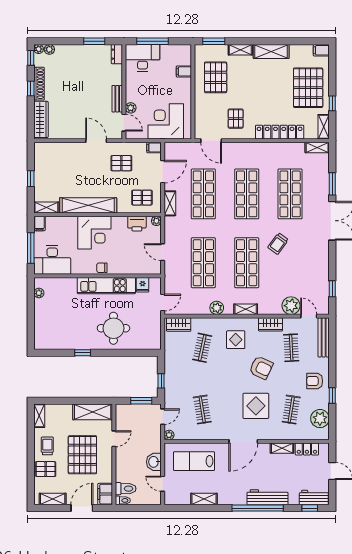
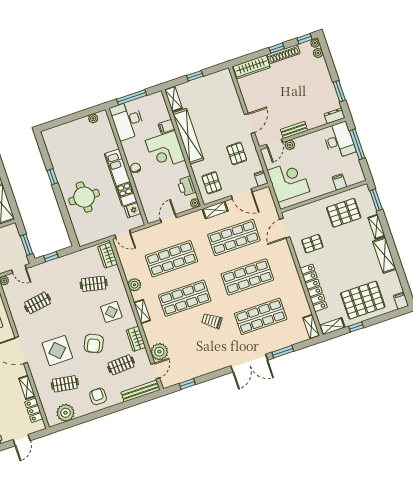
filing cabinet: (39, 223) -> (166, 126), moved
window: (332, 396) -> (90, 417), removed

